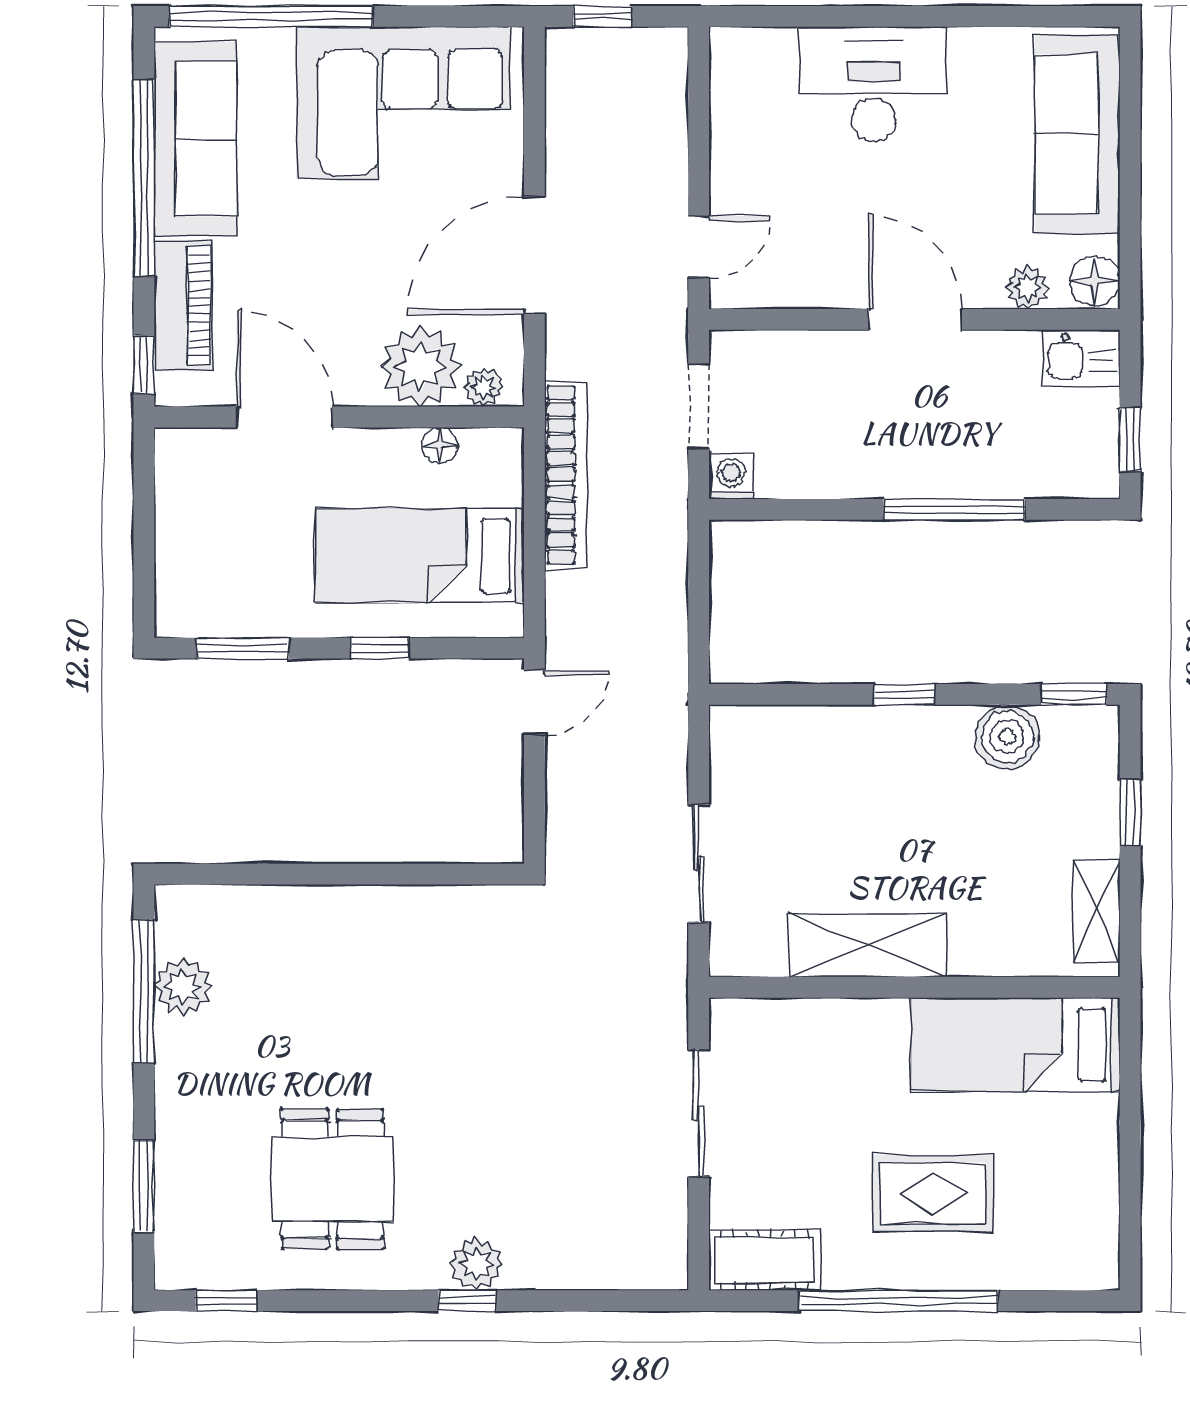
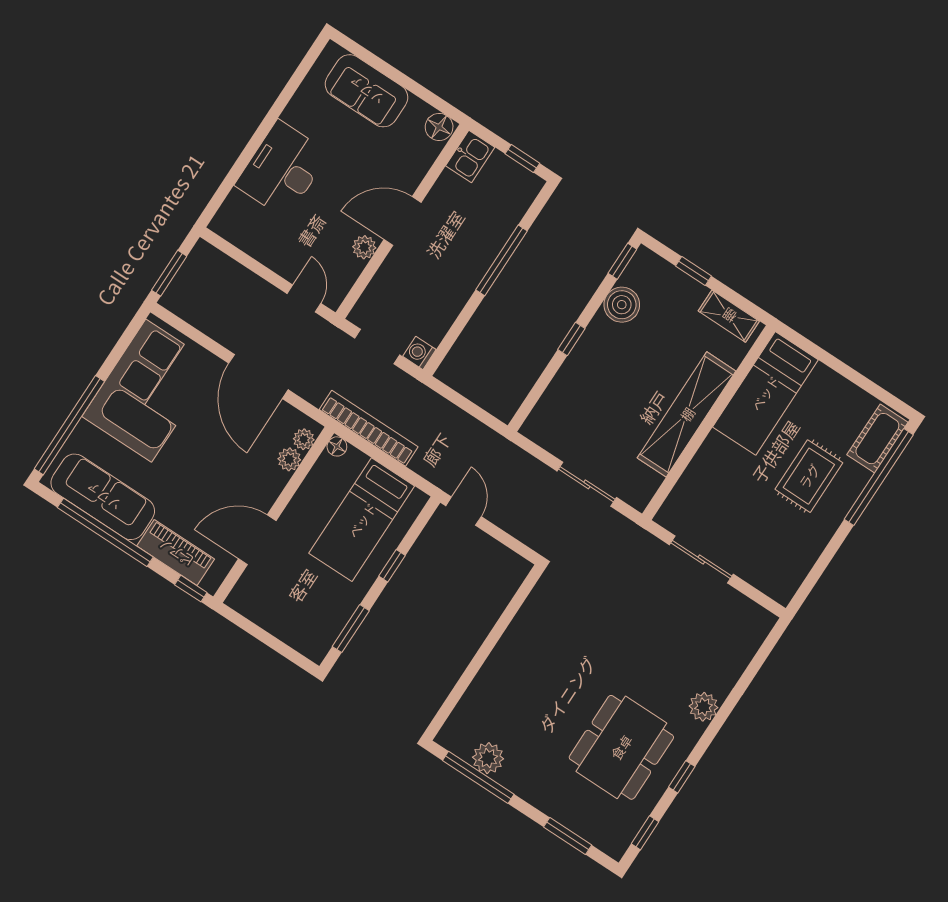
window: (602, 16) -> (169, 273), width x1.50
sofa: (1077, 134) -> (366, 91), width x0.73
plant: (1027, 287) -> (364, 247), moved
plant: (420, 367) -> (289, 459), width x0.53, depth x0.53
floor lamp: (440, 445) -> (337, 446), moved
shelving: (868, 945) -> (687, 414), width x1.47
dining table: (333, 1179) -> (621, 747), width x1.38
cot: (765, 1260) -> (877, 439), moved
window: (467, 1301) -> (682, 777), moved
window: (899, 1301) -> (879, 477), moved

